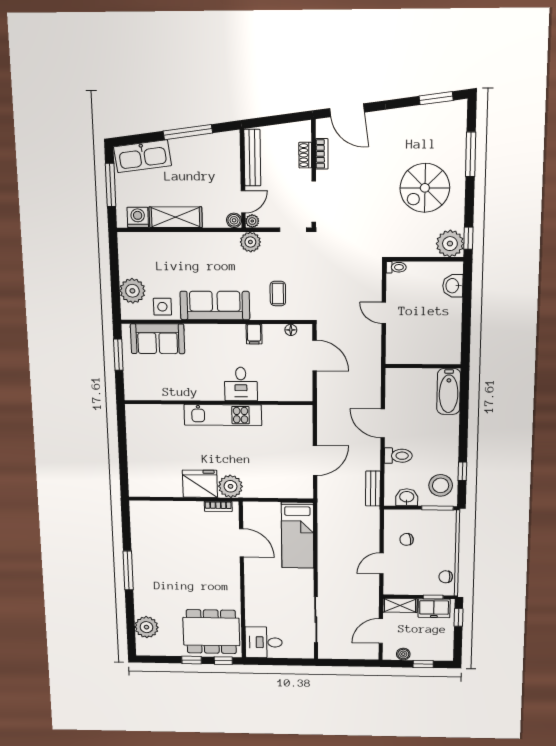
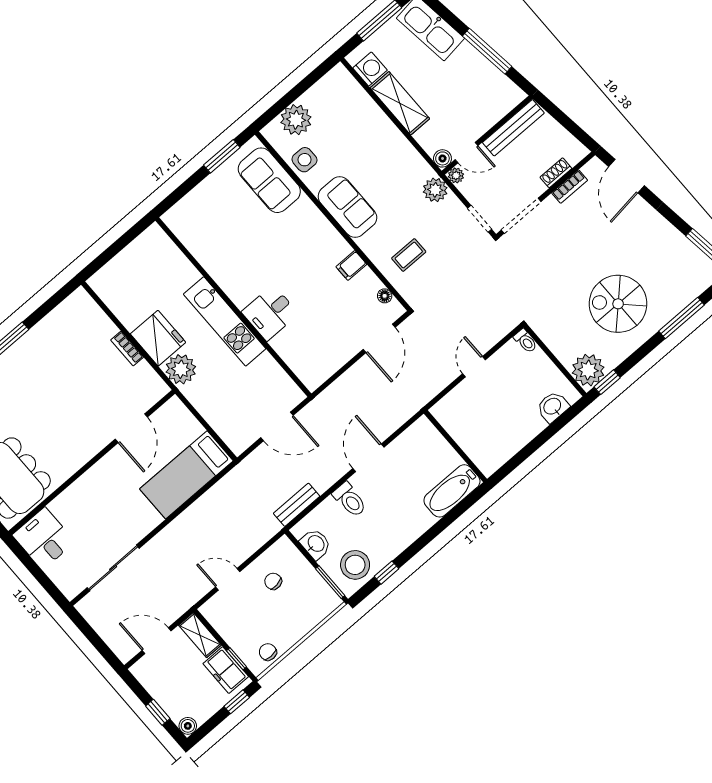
sofa: (215, 306) -> (347, 207), width x0.73
desk: (241, 384) -> (270, 313), moved
wall: (218, 403) -> (233, 307), moved
kitchen unit: (223, 415) -> (225, 321), moved
bookcase: (218, 506) -> (127, 349), moved
boiler: (403, 654) -> (188, 726), moved

